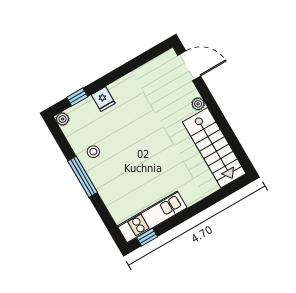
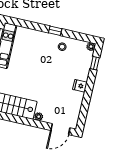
fridge: (103, 99) -> (80, 86), moved
window: (83, 177) -> (55, 31), width x0.46

